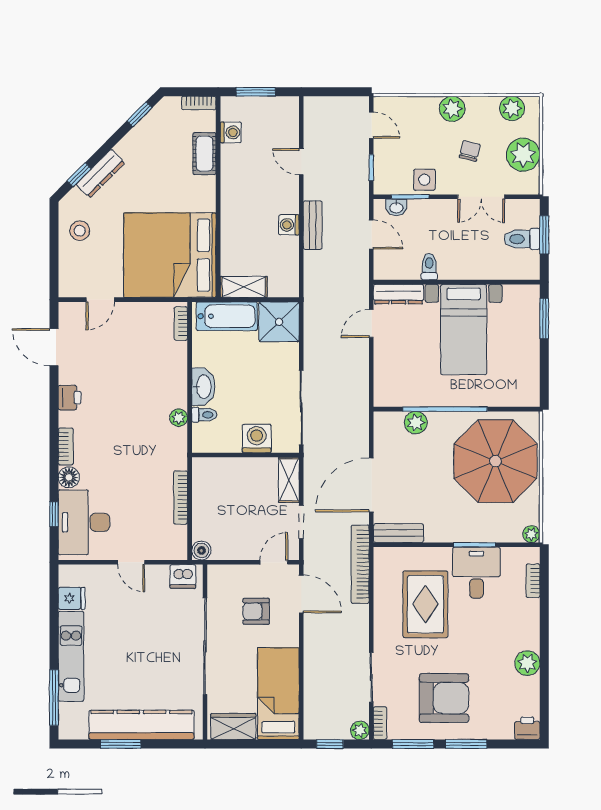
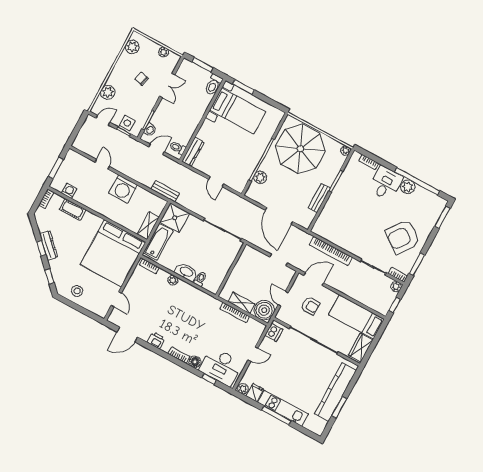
plant: (452, 109) -> (108, 92), moved
window: (140, 114) -> (41, 248), moved
plant: (523, 155) -> (164, 52), width x0.53, depth x0.53
door: (301, 162) -> (102, 164), swing flipped
dresser: (101, 173) -> (49, 245), moved
side table: (424, 180) -> (127, 123), moved
washing machine: (289, 225) -> (123, 189), width x1.89, depth x1.89
bench: (313, 225) -> (165, 191), moved
toilet: (522, 239) -> (213, 85), moved
toilet: (429, 267) -> (178, 148), moved
door: (371, 323) -> (216, 182), moved
bed with nightstands: (464, 330) -> (238, 111), moved
plant: (179, 418) -> (173, 280), moved
washing machine: (257, 438) -> (226, 260), removed
shelving: (289, 480) -> (241, 303), moved
bench: (399, 533) -> (319, 198), moved
boiler: (201, 551) -> (264, 310), width x1.86, depth x1.86
door: (274, 562) -> (283, 299), moved
bookcase: (360, 564) -> (331, 251), moved
desk: (476, 573) -> (386, 183), moved, turned 90
plant: (68, 576) -> (243, 389), added
rug: (425, 604) -> (352, 221), removed
armchair: (256, 611) -> (310, 306), turned -90
window: (544, 673) -> (417, 181), added
window: (54, 698) -> (276, 415), moved
armchair: (444, 698) -> (403, 237), turned -144
printer: (527, 728) -> (440, 204), removed
window: (466, 744) -> (442, 217), moved

